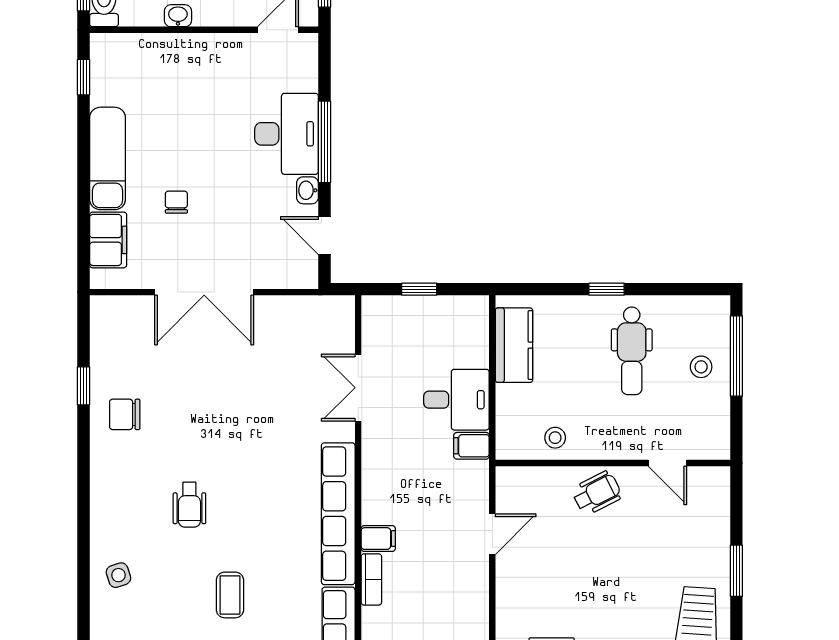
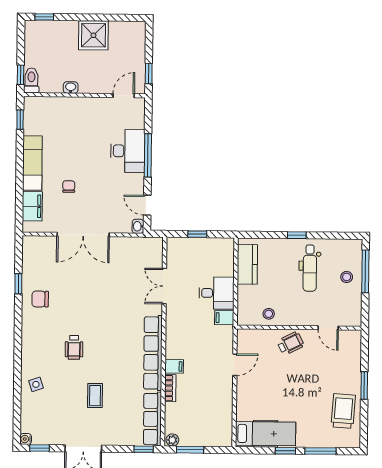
washbasin: (307, 190) -> (138, 226), moved

